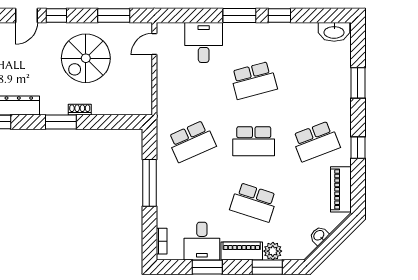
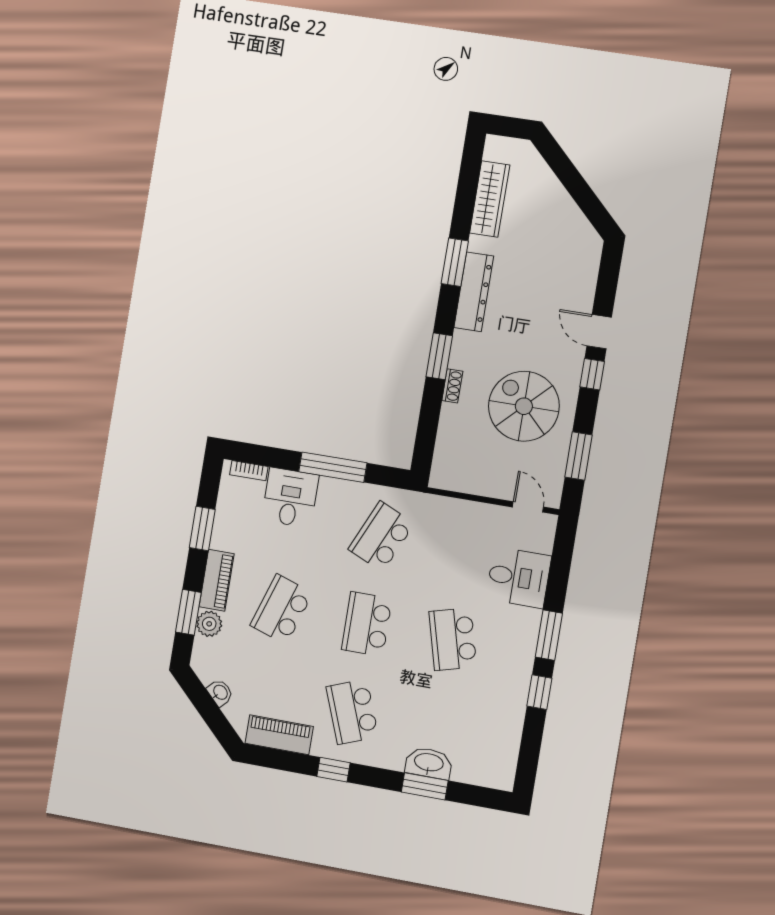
washbasin: (334, 32) -> (429, 763), moved, turned 90
school desk: (192, 141) -> (381, 536), turned 48
desk: (202, 241) -> (290, 498), moved, turned 90

